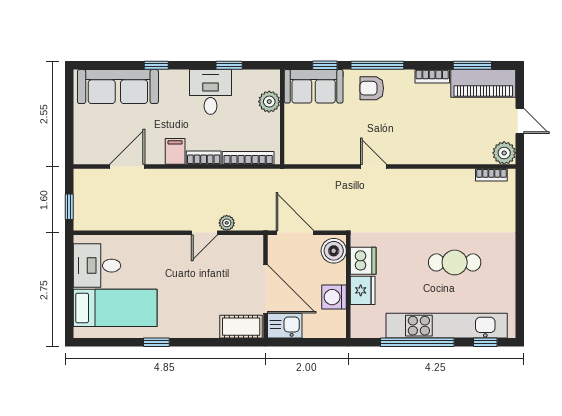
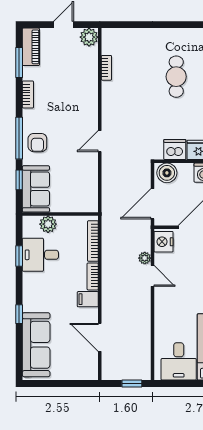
piano: (483, 83) -> (31, 47), width x0.73, depth x0.75
desk: (210, 92) -> (40, 255), moved
bookcase: (491, 175) -> (106, 68), moved
nightstand: (247, 247) -> (164, 242), added

